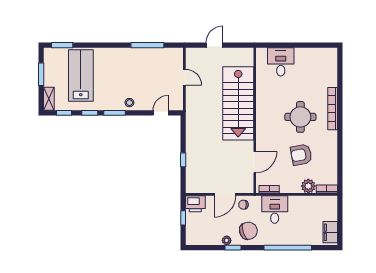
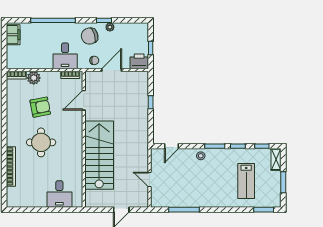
lab bench: (81, 76) -> (246, 181), width x0.73, depth x0.72
bookcase: (333, 109) -> (11, 166), moved

